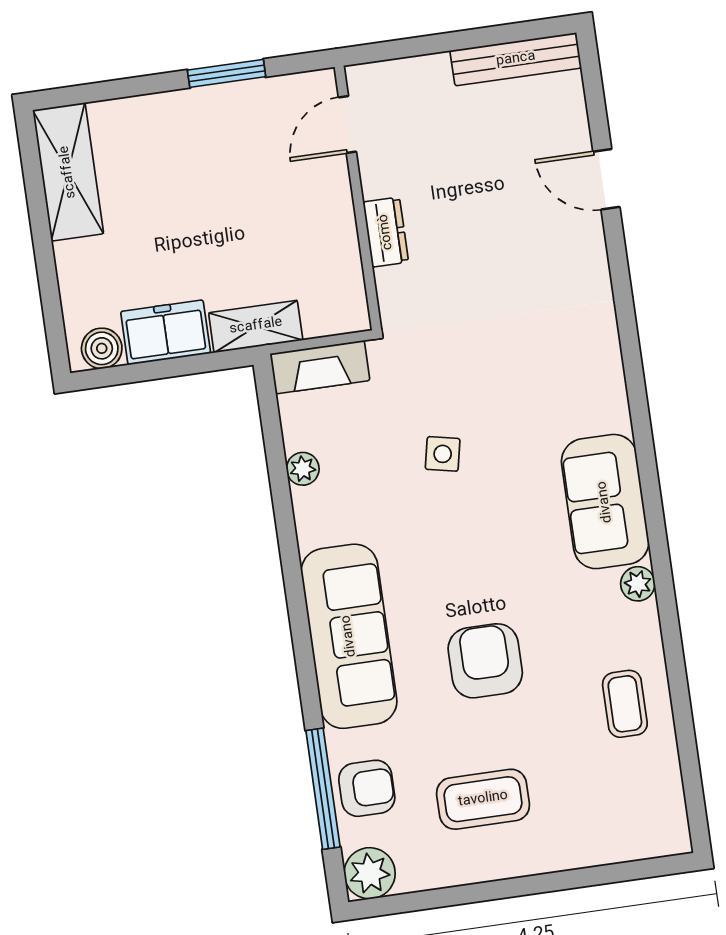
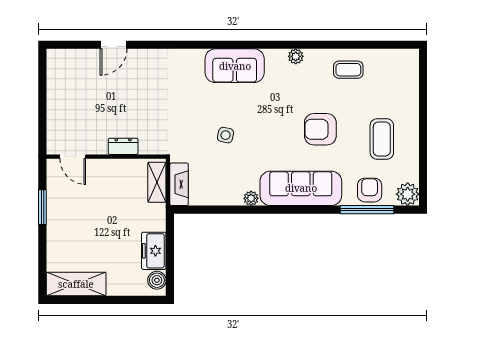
bench: (516, 59) -> (54, 77), removed
shelving: (256, 326) -> (157, 182), moved
plant: (303, 469) -> (251, 198), moved
sofa: (605, 502) -> (235, 66), moved

